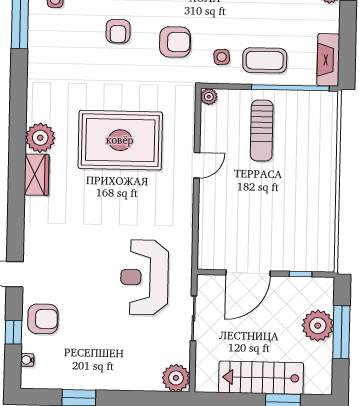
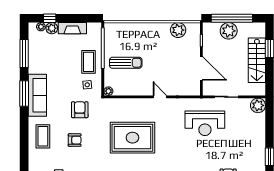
fireplace: (328, 60) -> (72, 28), moved
rug: (120, 140) -> (132, 138), turned 90
door: (197, 165) -> (160, 97), moved
plant: (321, 230) -> (178, 30), added
window: (341, 332) -> (232, 18), width x1.46

